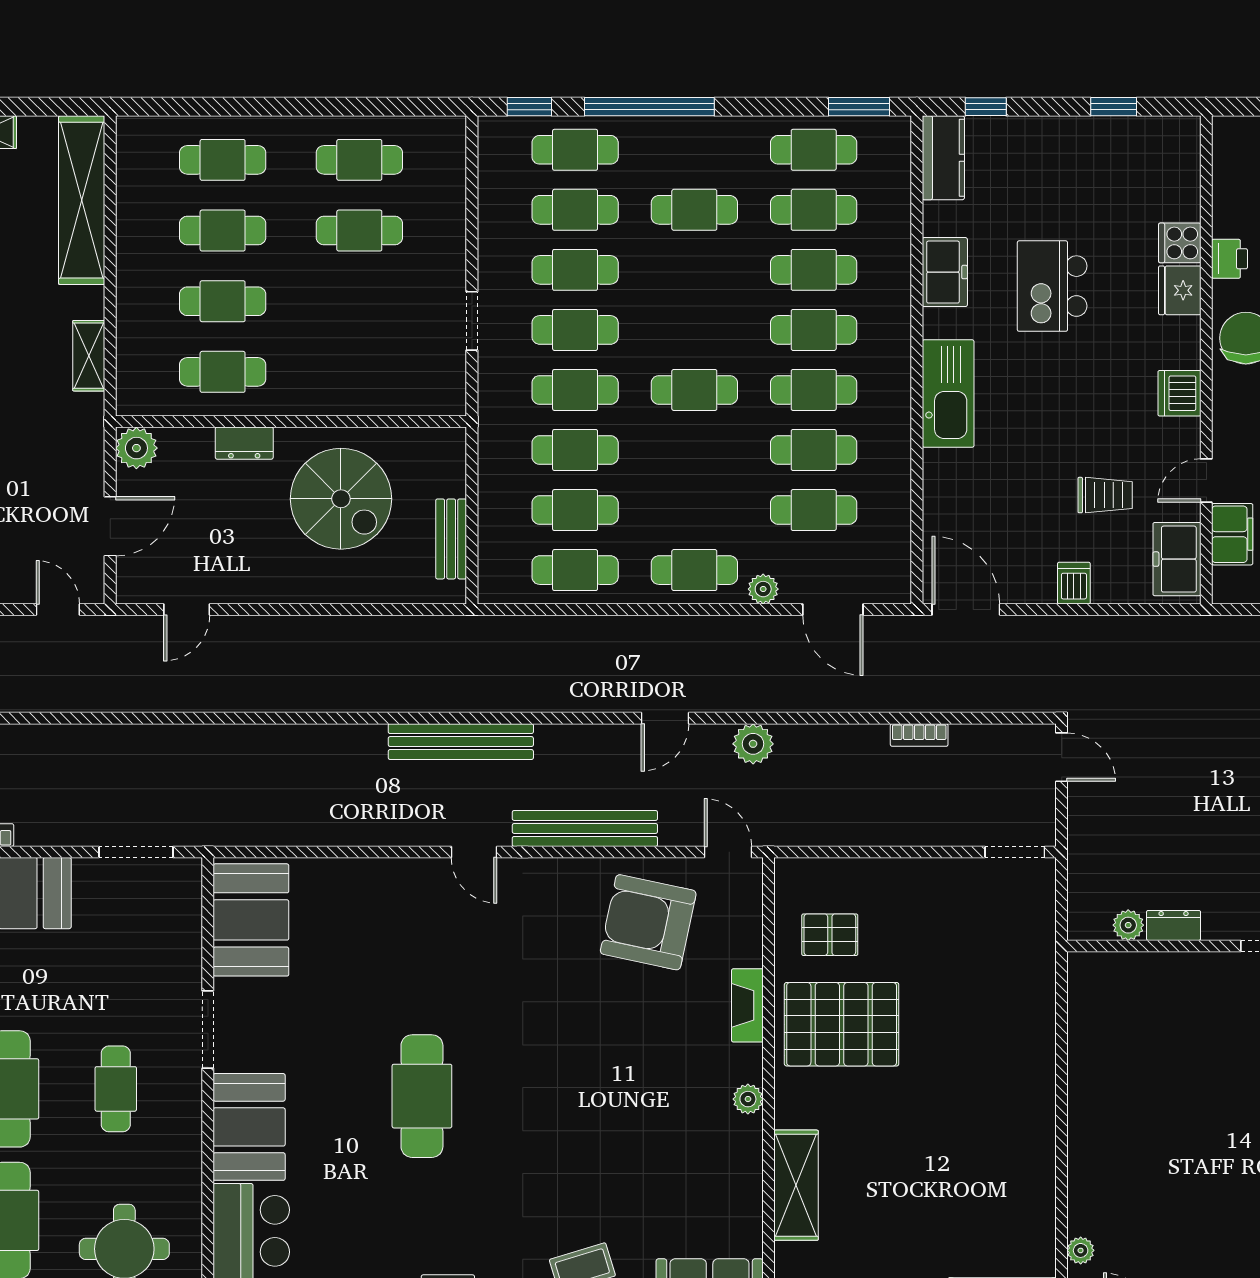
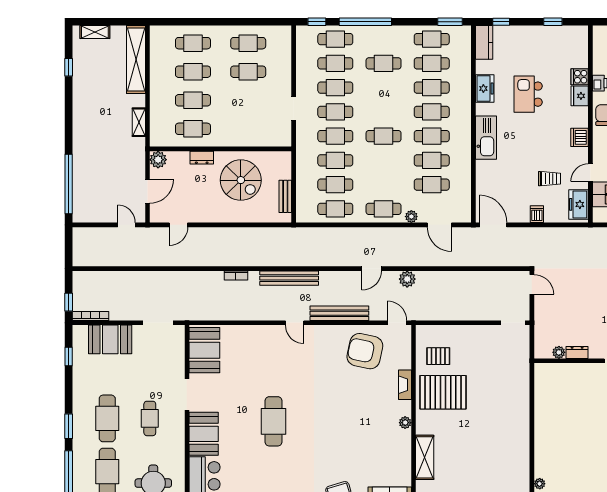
bookcase: (919, 735) -> (236, 275), moved

